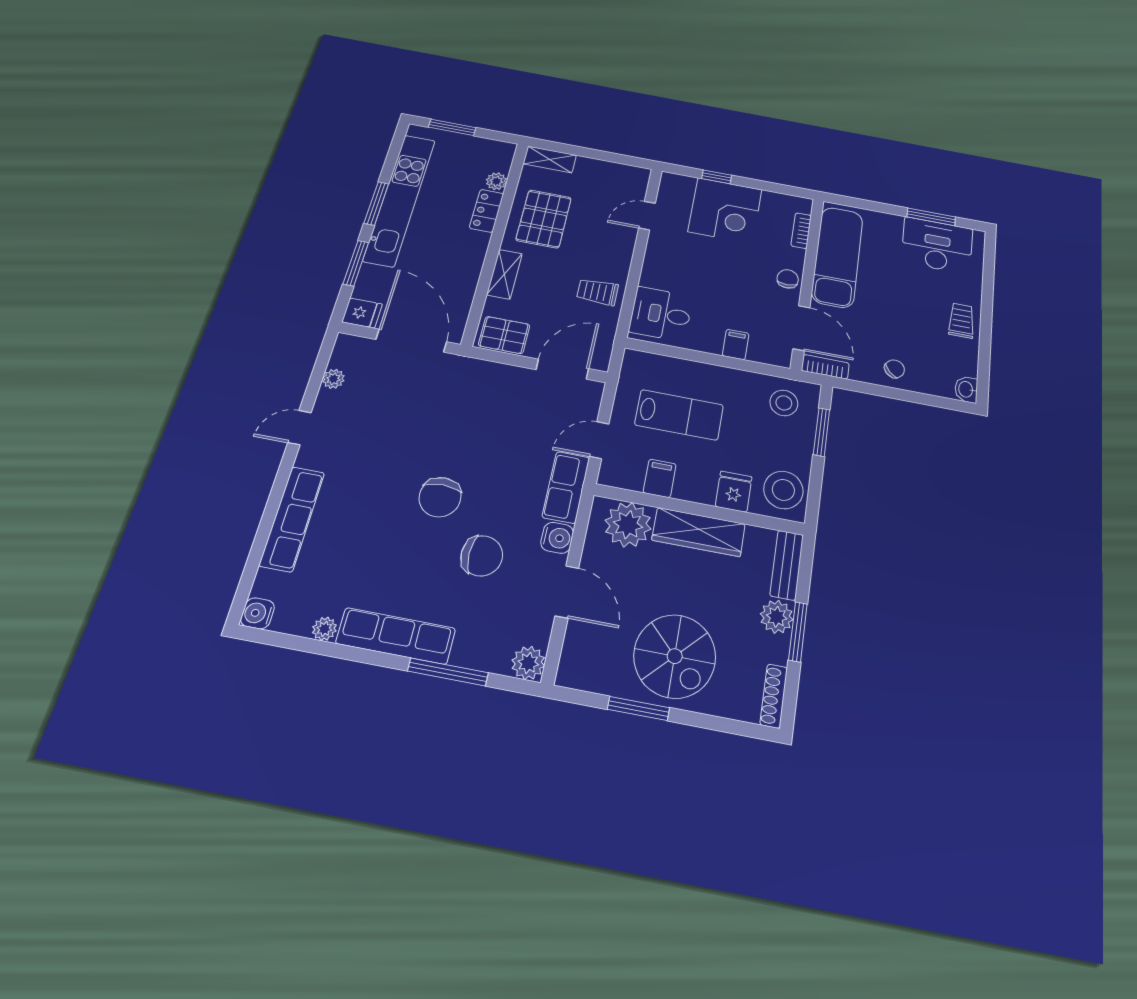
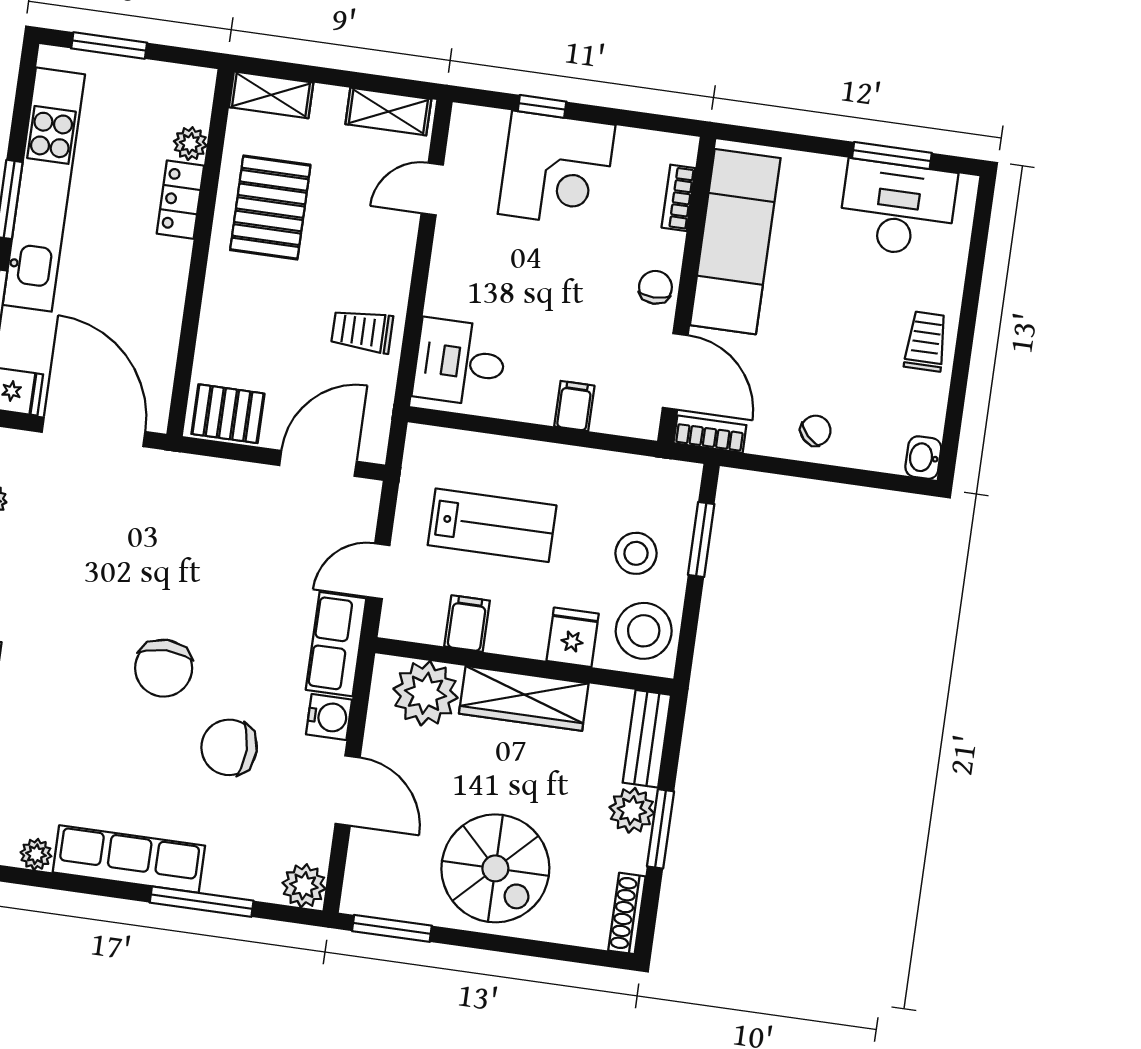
shelving: (504, 274) -> (388, 112), moved, turned 90
stool: (784, 403) -> (636, 553), moved
chair: (482, 556) -> (229, 747), turned 180
window: (638, 708) -> (392, 928), moved

